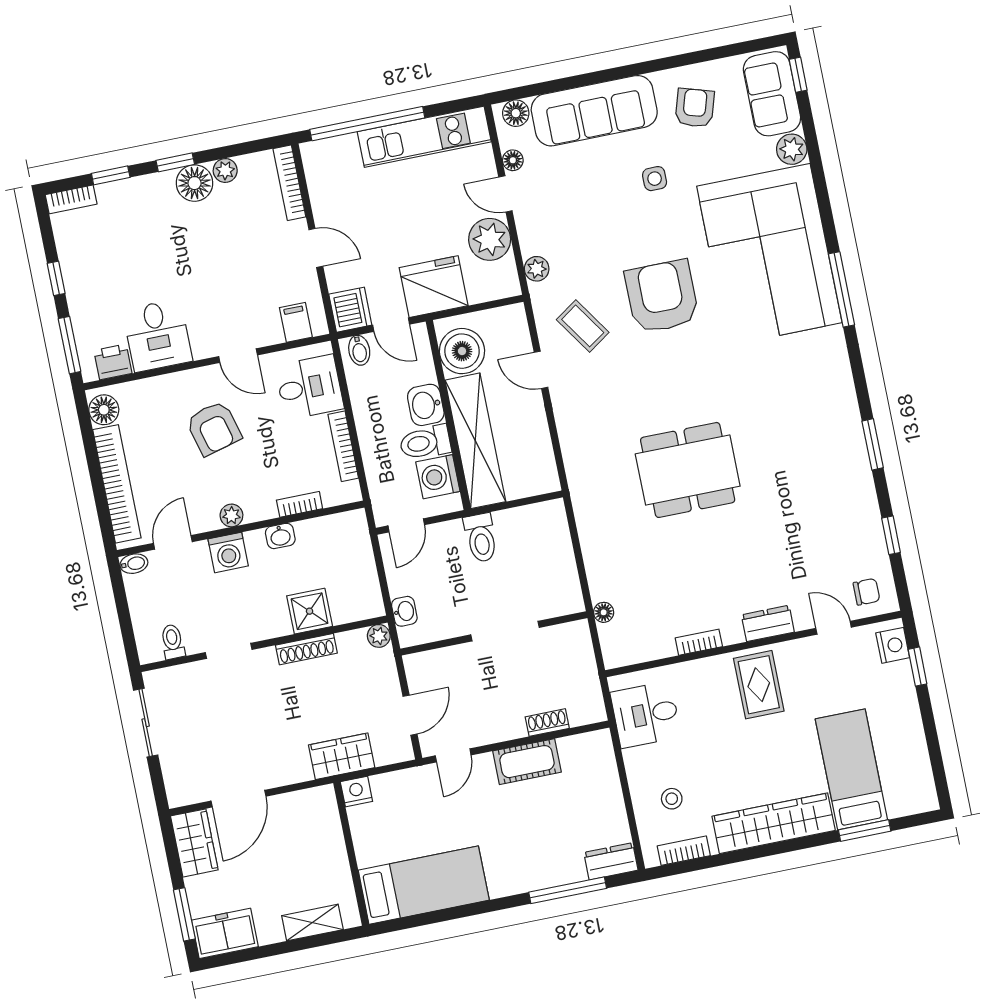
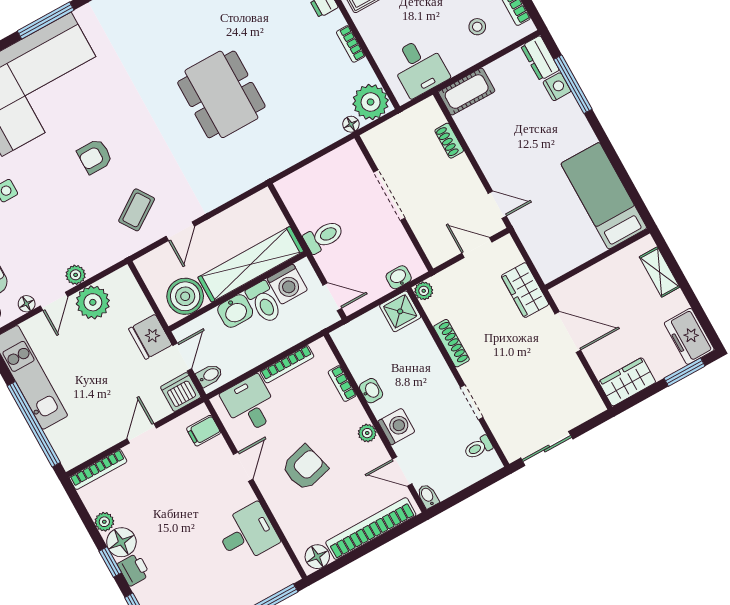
plant: (537, 269) -> (76, 275), moved
fridge: (434, 287) -> (150, 337), width x0.73, depth x0.75
armchair: (662, 297) -> (95, 156), width x0.53, depth x0.53
printer: (113, 362) -> (134, 570), moved, turned 180
shower: (310, 611) -> (400, 311), moved
plant: (623, 644) -> (371, 102), added
cot: (527, 762) -> (467, 92), moved, turned 90
nightstand: (356, 792) -> (557, 87), moved, turned 180
door: (239, 799) -> (568, 332), moved

